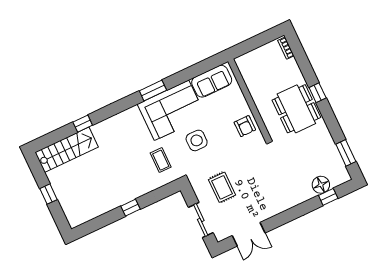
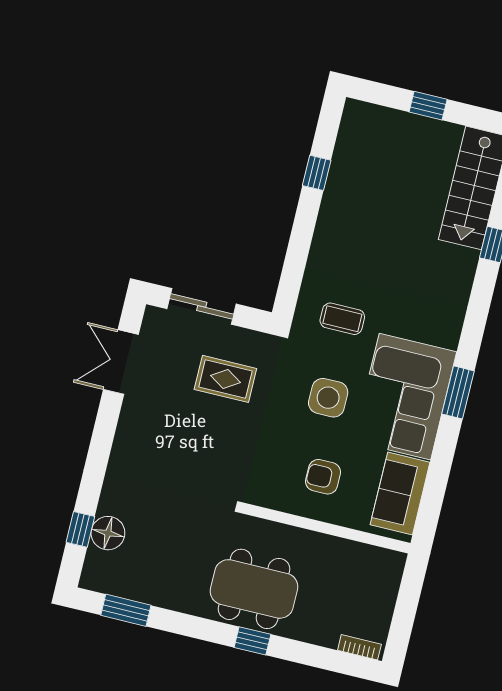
armchair: (245, 126) -> (323, 477), moved
window: (131, 208) -> (317, 173), moved

